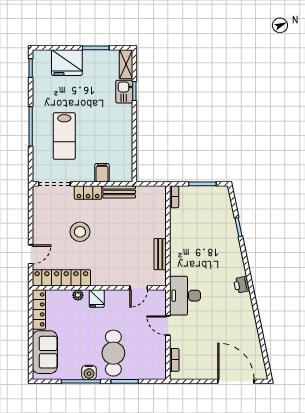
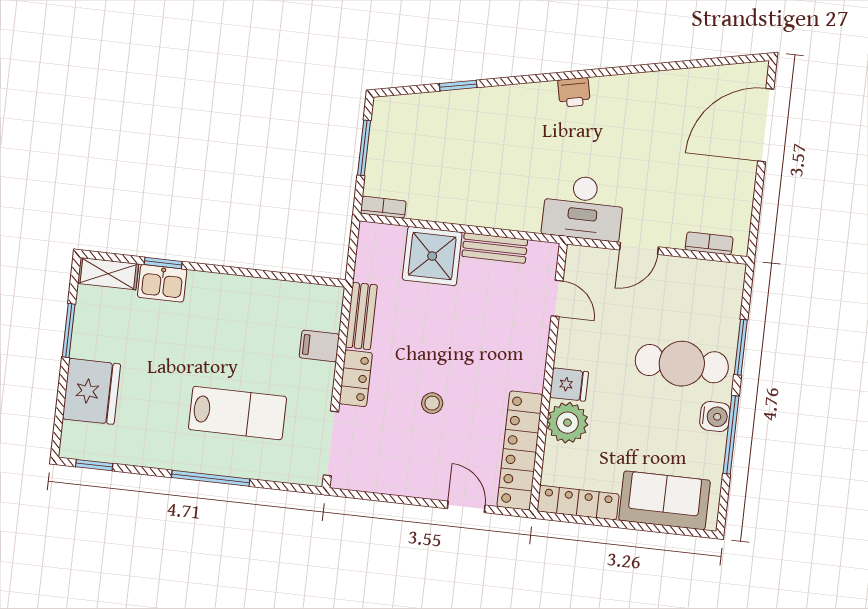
shower: (153, 224) -> (432, 256), added
stool: (80, 232) -> (432, 403), width x0.53, depth x0.53
plant: (78, 295) -> (567, 423), width x1.87, depth x1.87

